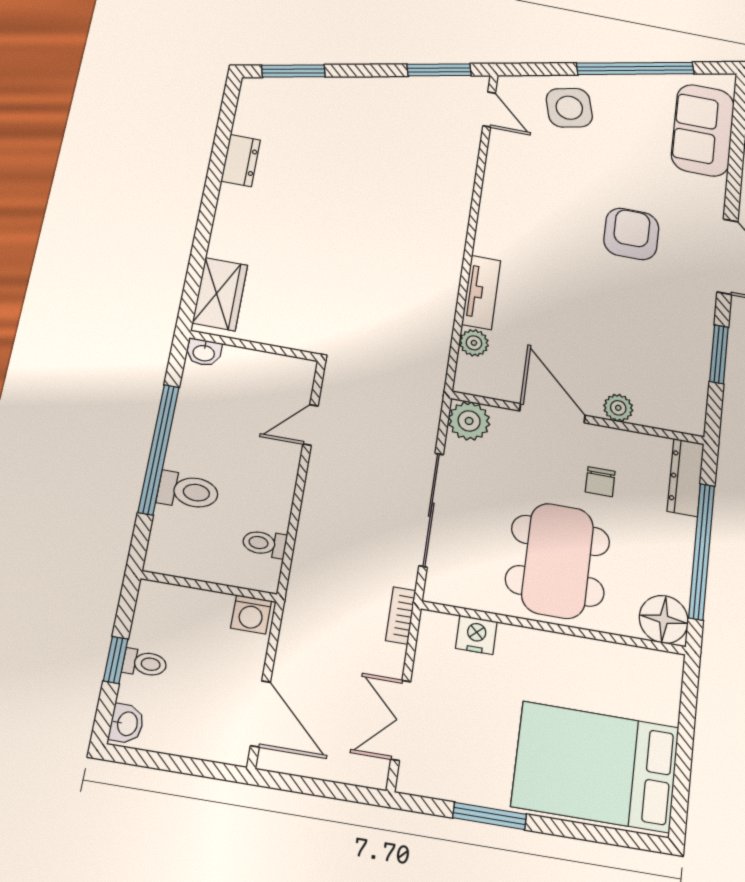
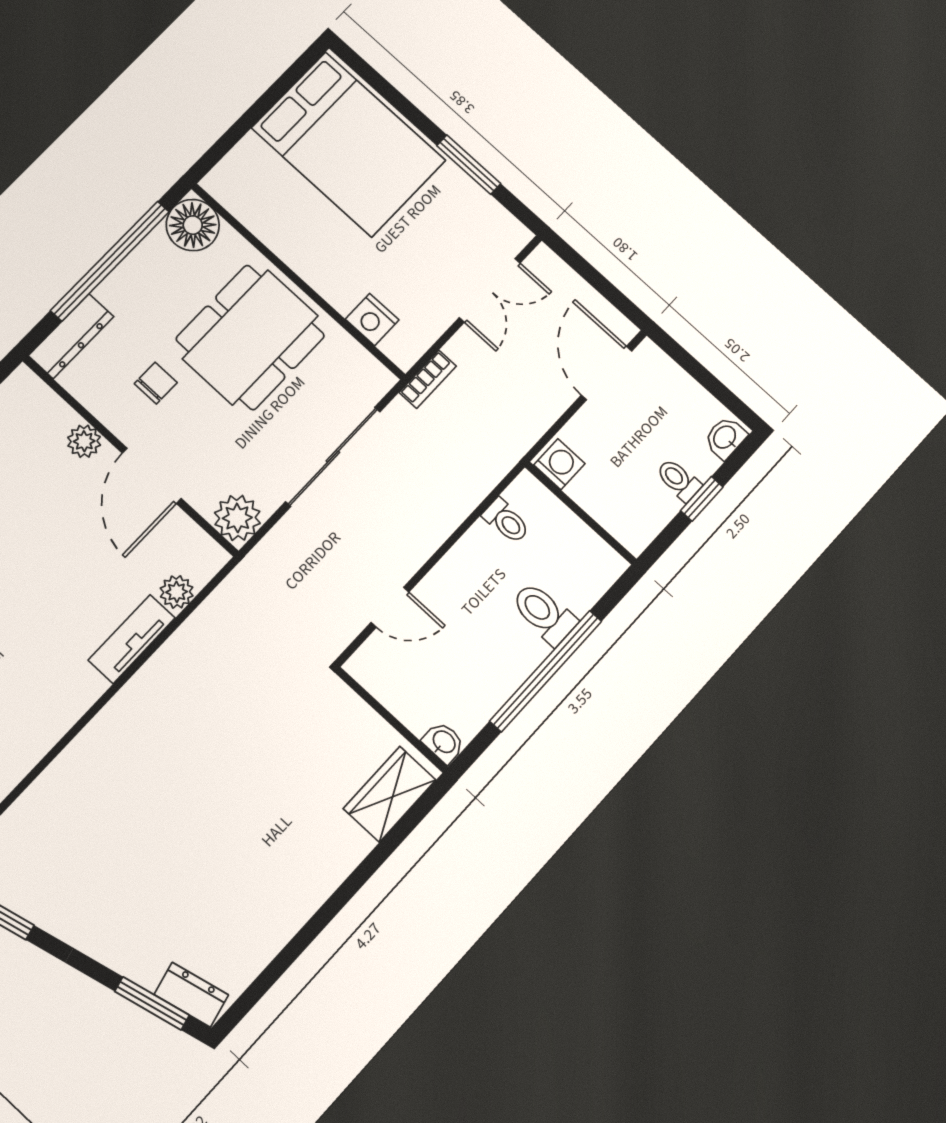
dresser: (241, 161) -> (191, 995), moved, turned 77

